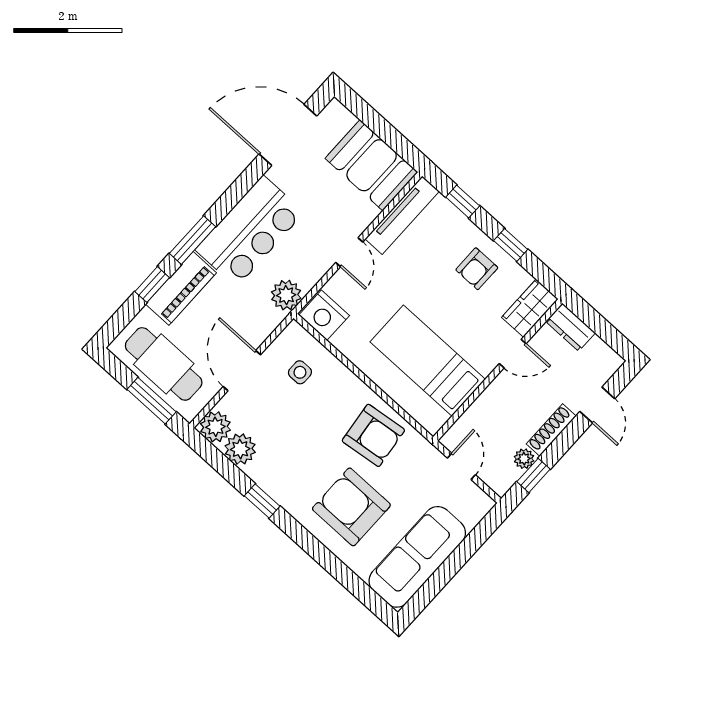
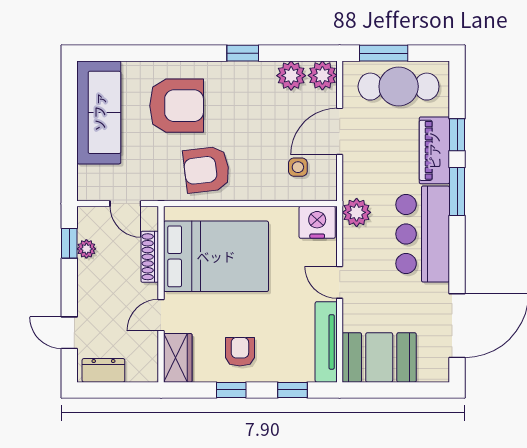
dresser: (571, 327) -> (103, 370), moved
bed: (428, 361) -> (216, 256), width x1.50
door: (242, 371) -> (340, 131), swing flipped
shoe rack: (551, 430) -> (150, 257), moved, turned 180

